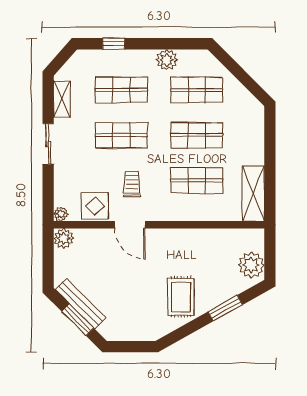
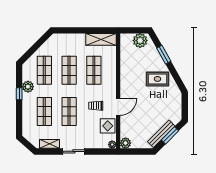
window: (114, 44) -> (19, 94), moved

